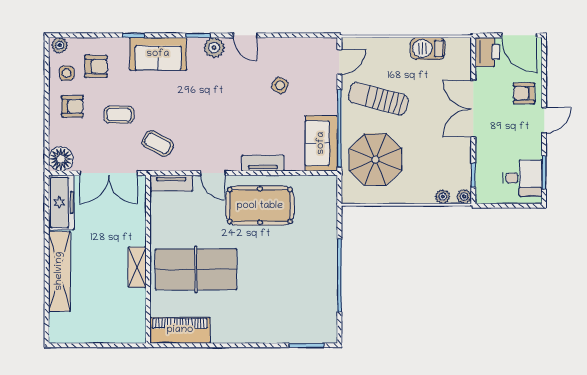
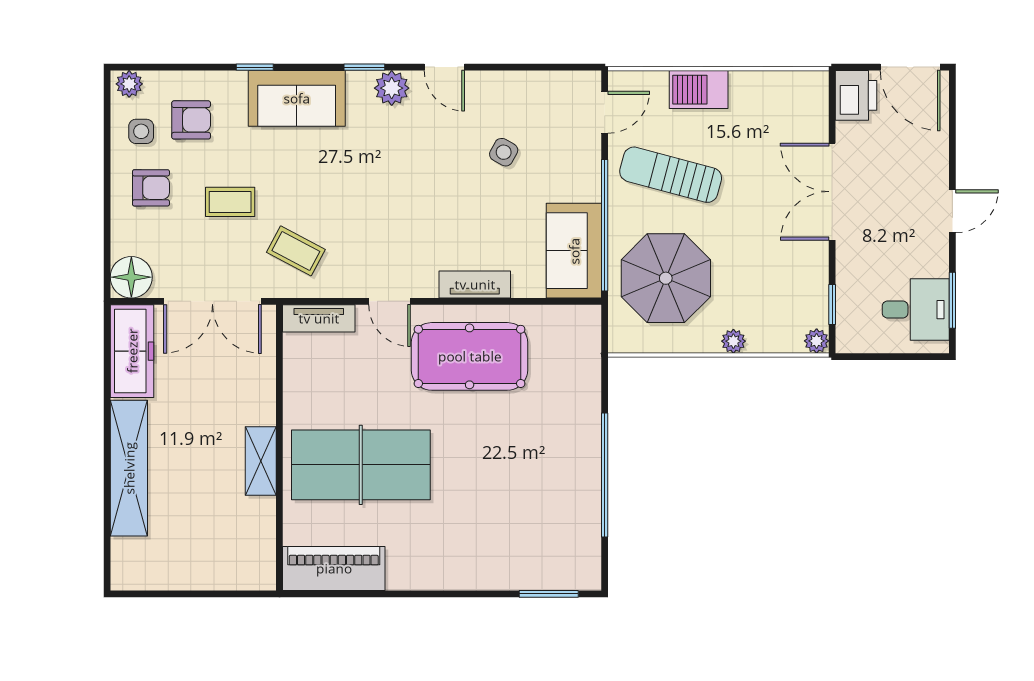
barbecue: (428, 49) -> (699, 90), moved
armchair: (524, 93) -> (918, 166), removed
plant: (443, 197) -> (733, 341), moved

